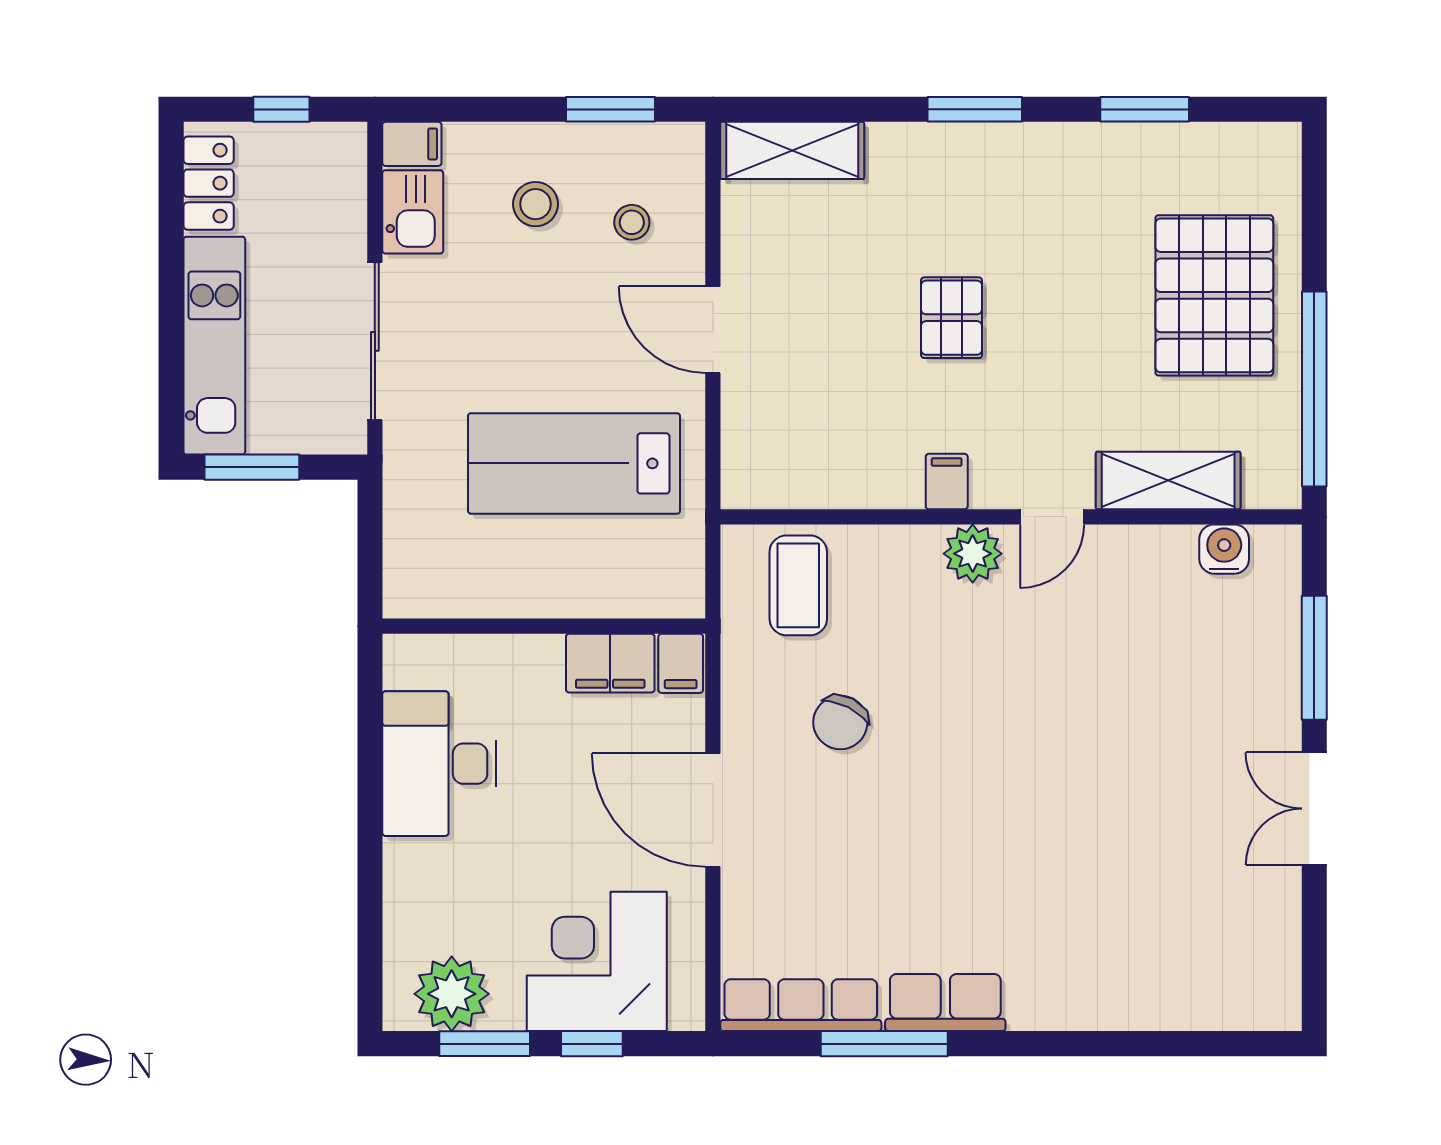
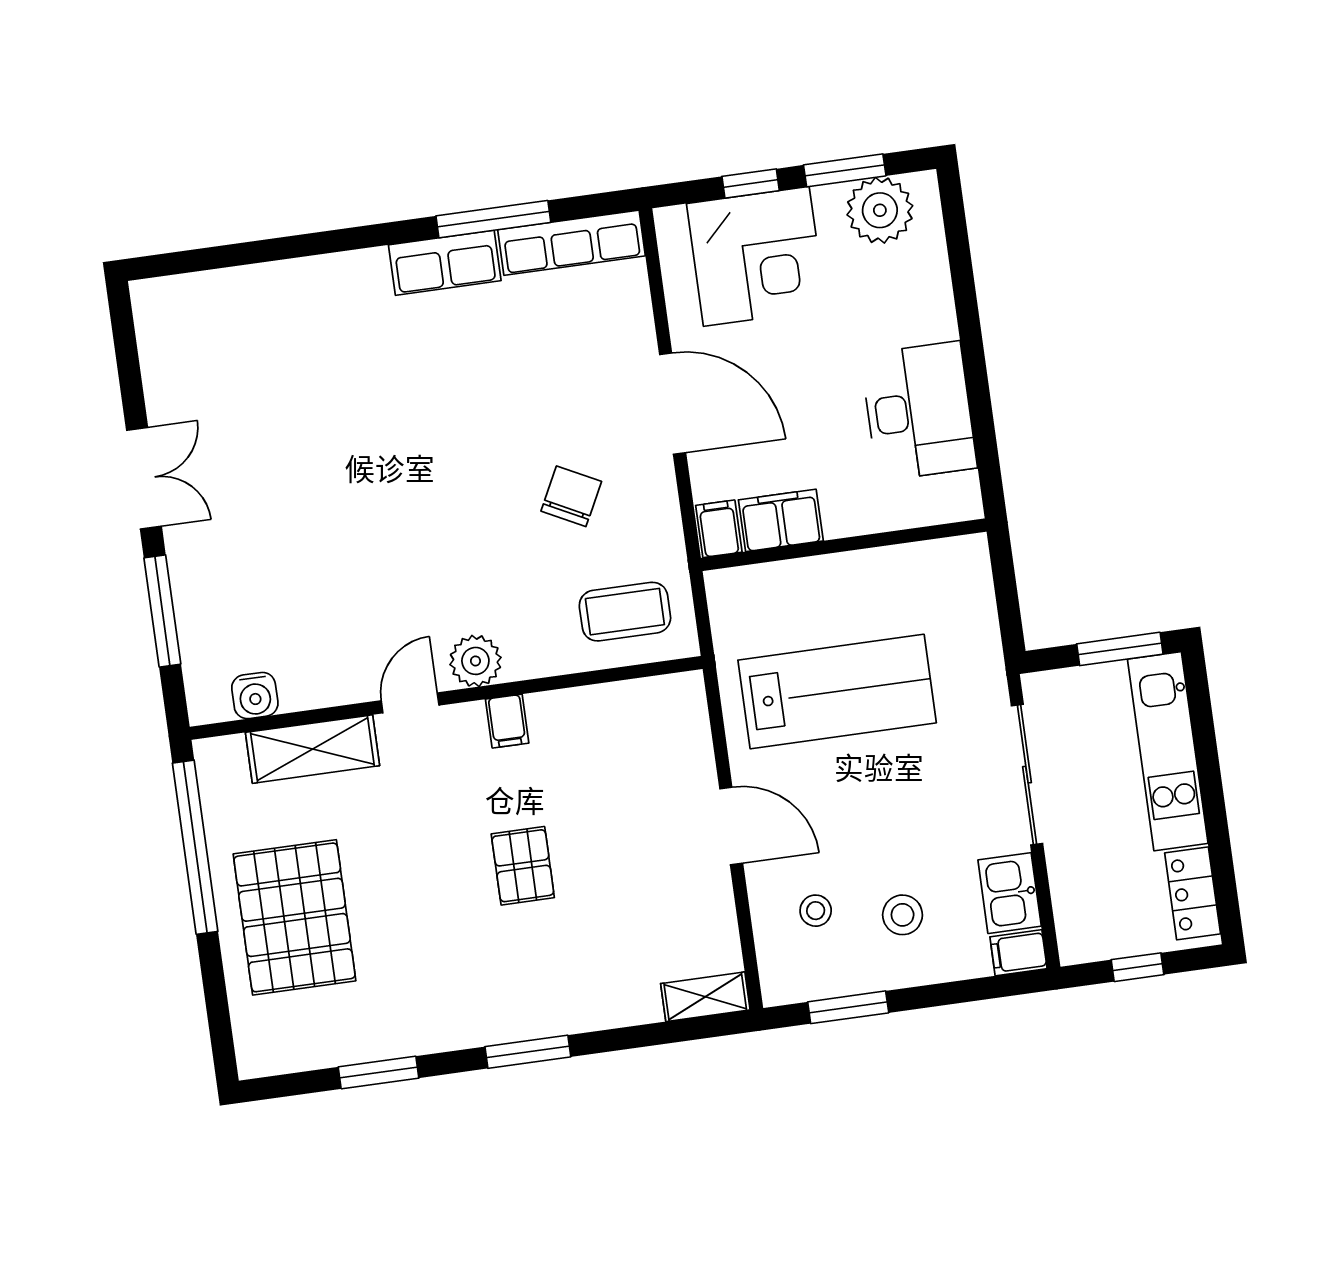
shelving: (792, 150) -> (705, 997), width x0.67, depth x0.75
coffee table: (798, 585) -> (625, 612), turned 90

